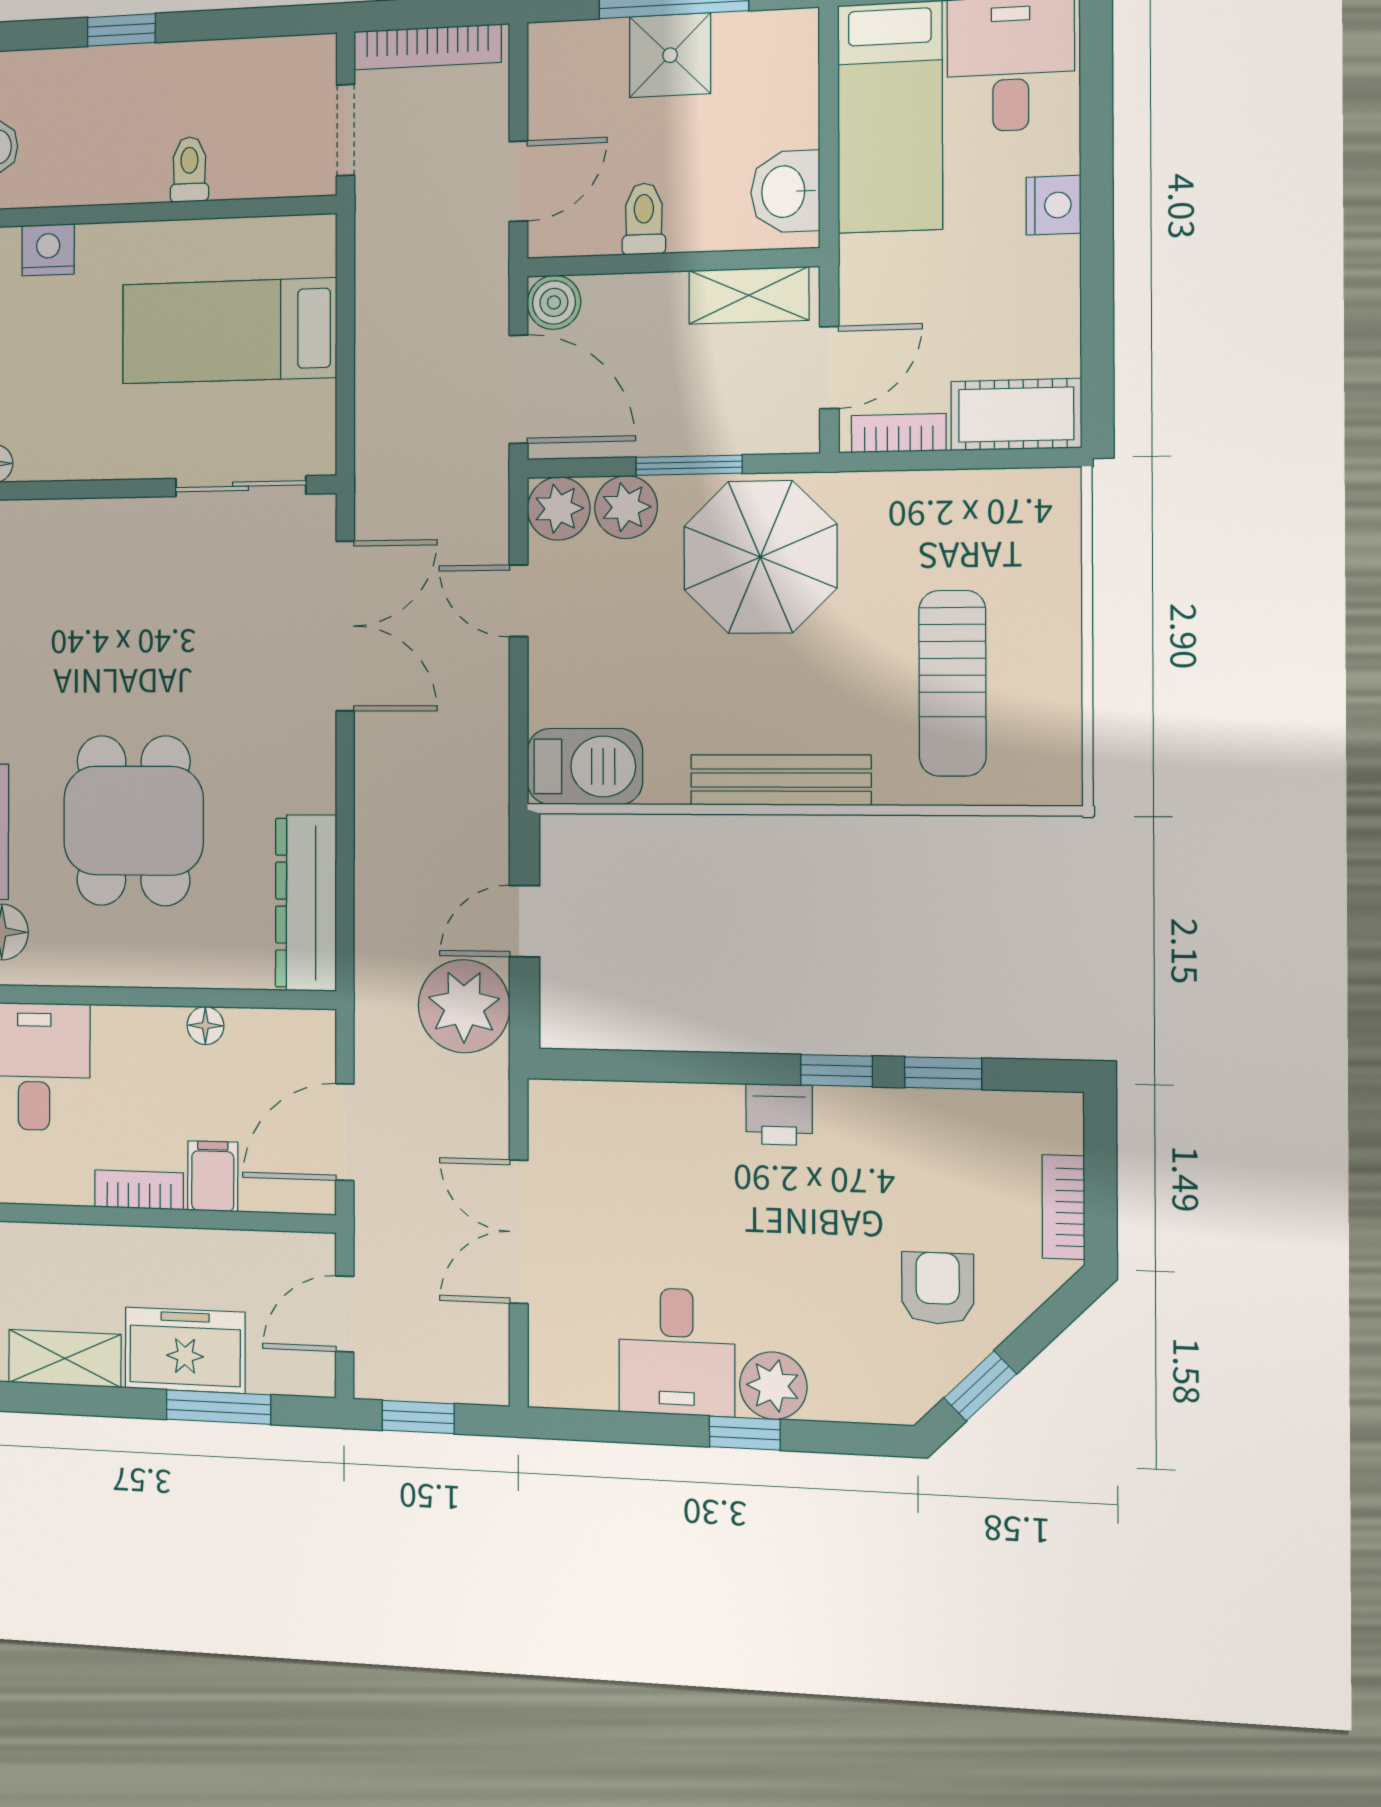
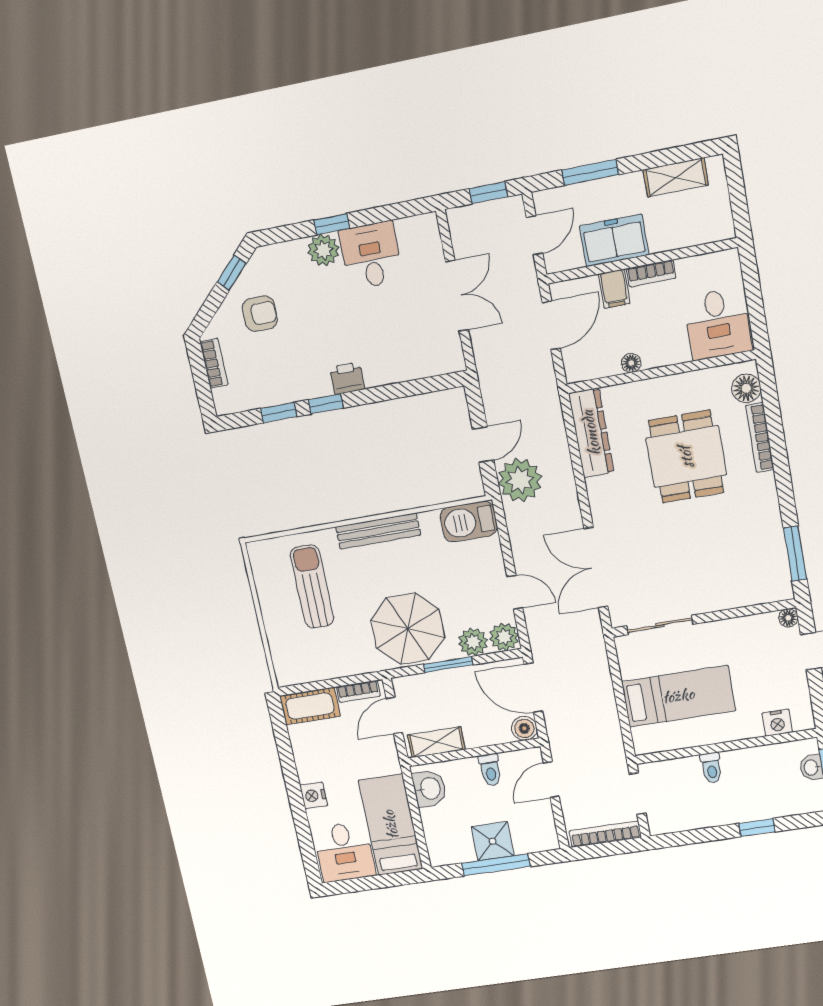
plant: (464, 1006) -> (520, 480), moved
armchair: (938, 1288) -> (260, 314), turned -90
freezer: (185, 1350) -> (614, 240), moved, turned 180

